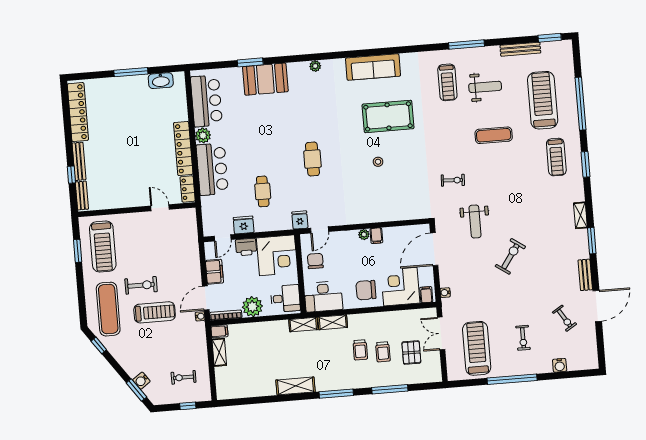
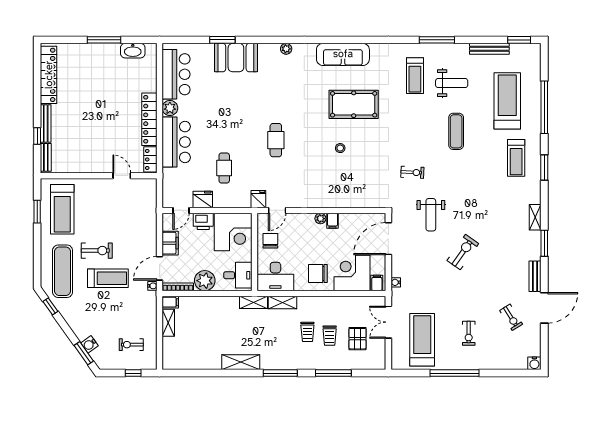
exercise mat: (494, 135) -> (456, 131), turned 90
water cooler: (560, 365) -> (534, 363), moved

